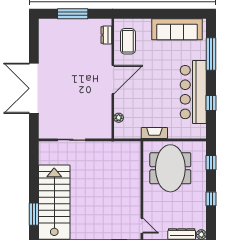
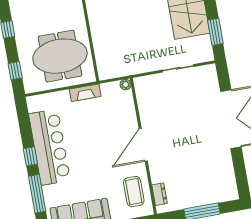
window: (211, 103) -> (30, 156), moved
plant: (119, 118) -> (126, 85), moved
window: (34, 165) -> (215, 32), added
meeting table: (170, 168) -> (60, 56), turned 90

